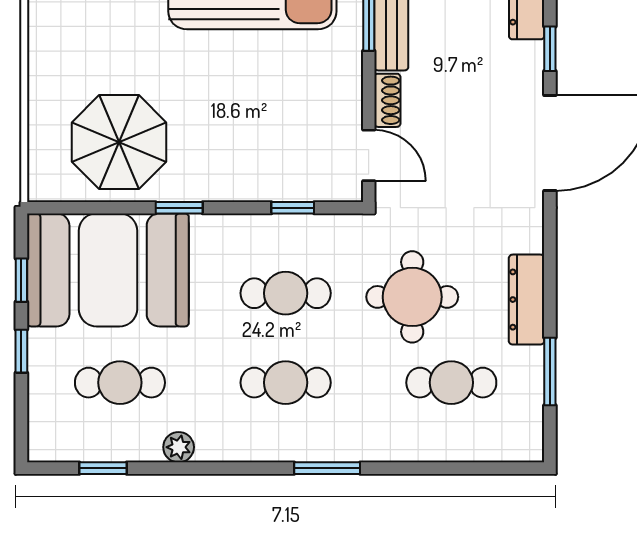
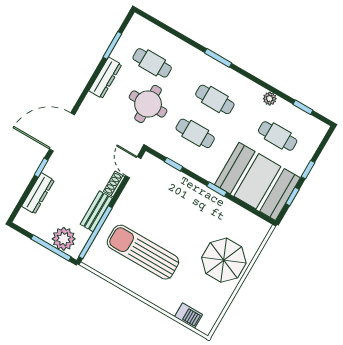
parasol: (119, 142) -> (224, 260), moved

